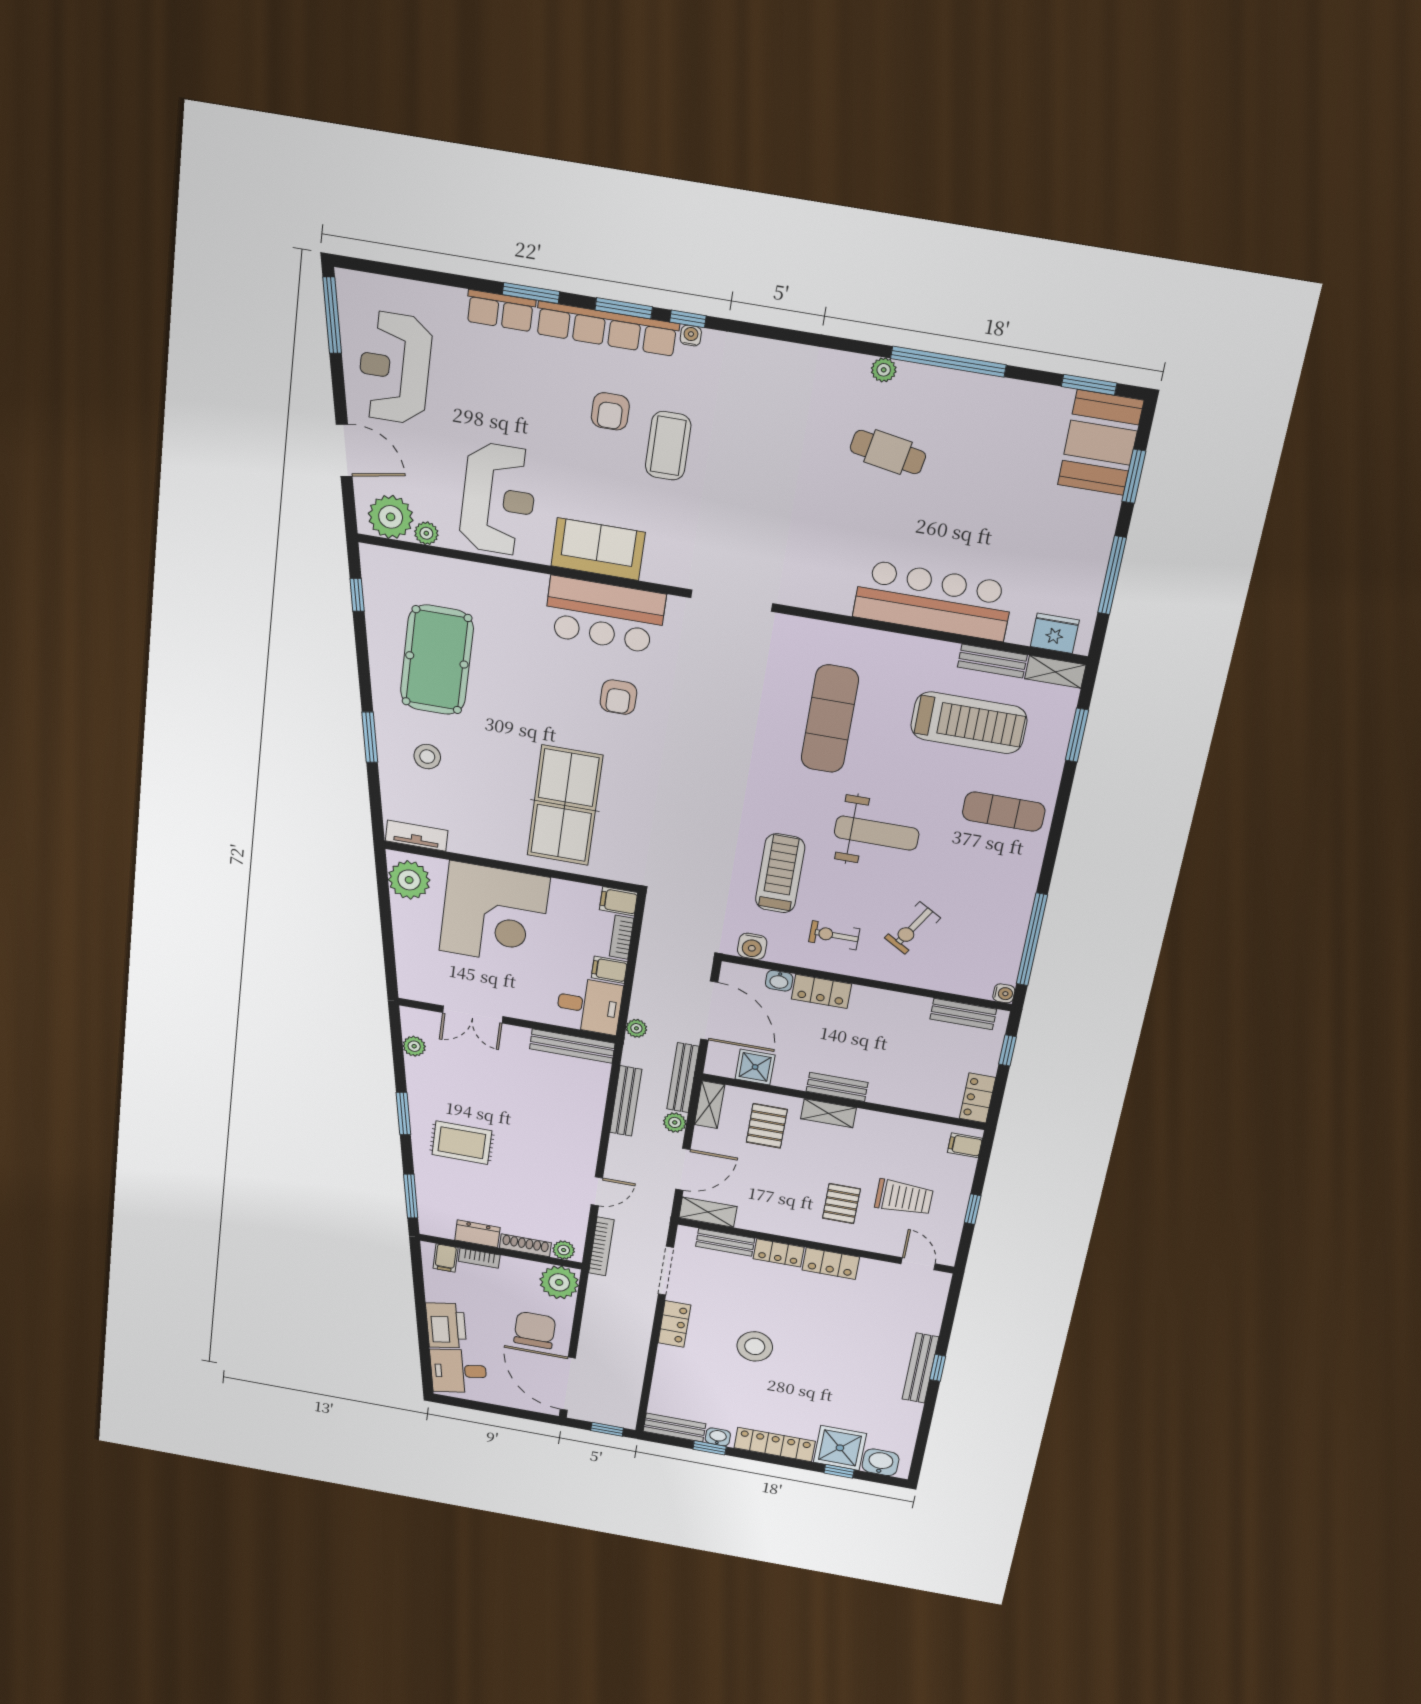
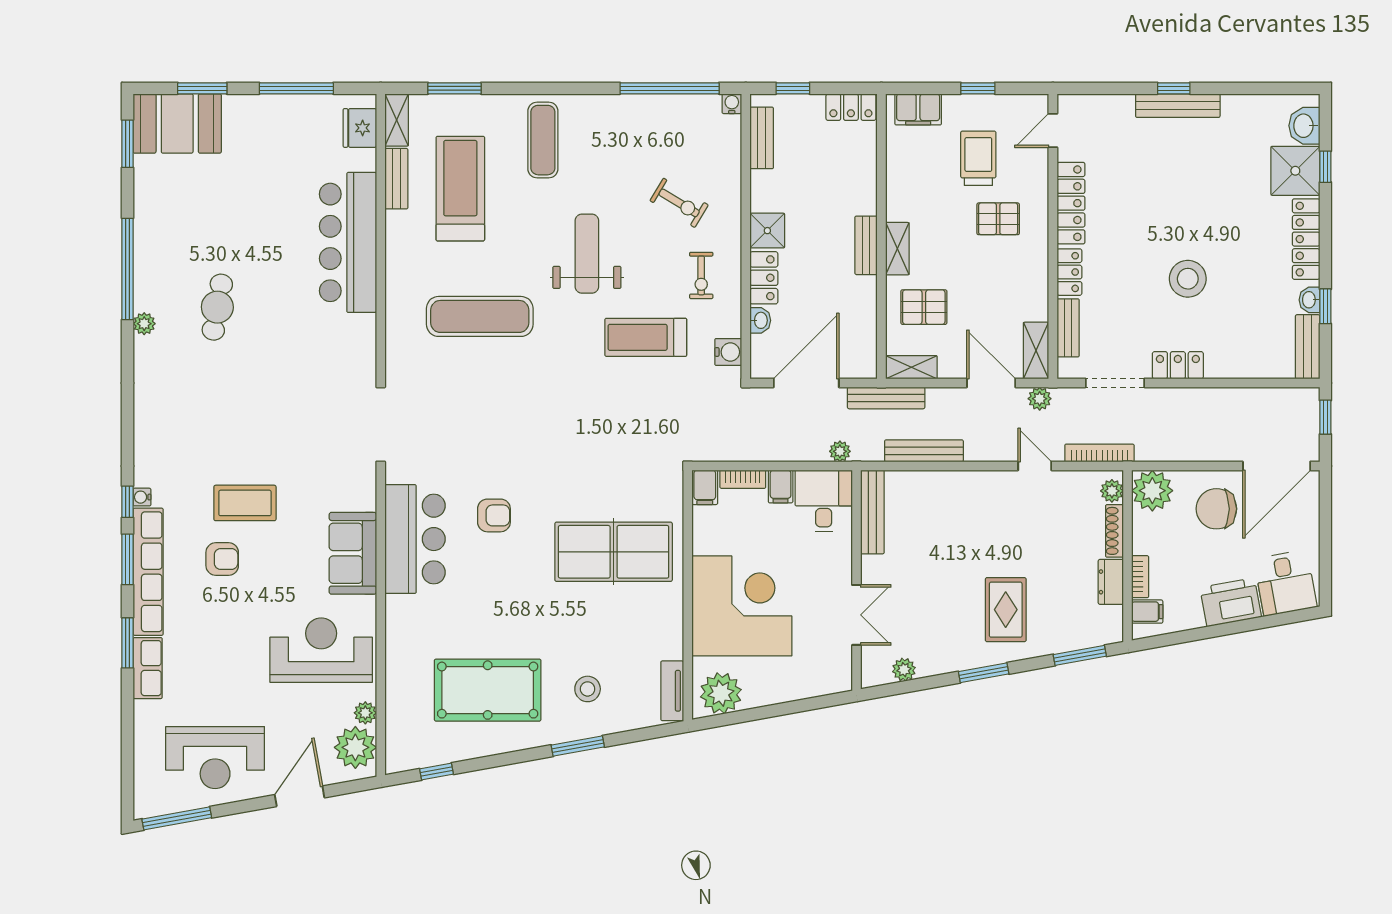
shower: (755, 1067) -> (767, 231), moved
plant: (675, 1122) -> (1040, 399), moved
filing cabinet: (965, 1145) -> (918, 109), width x2.00
locker: (831, 1264) -> (1071, 203), width x1.53

